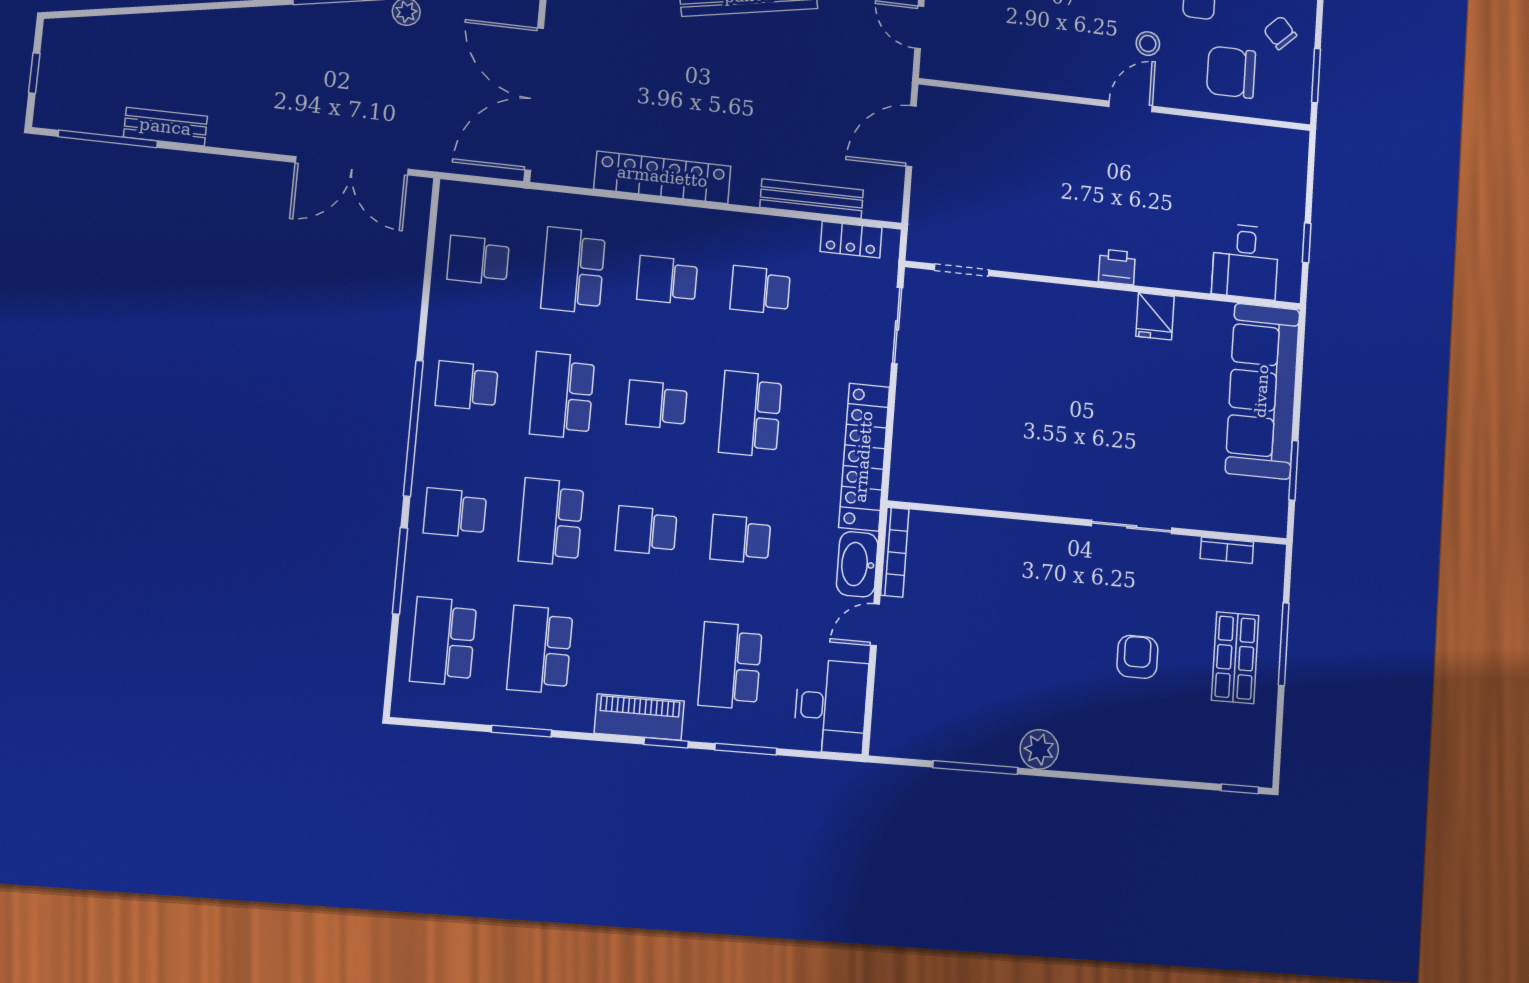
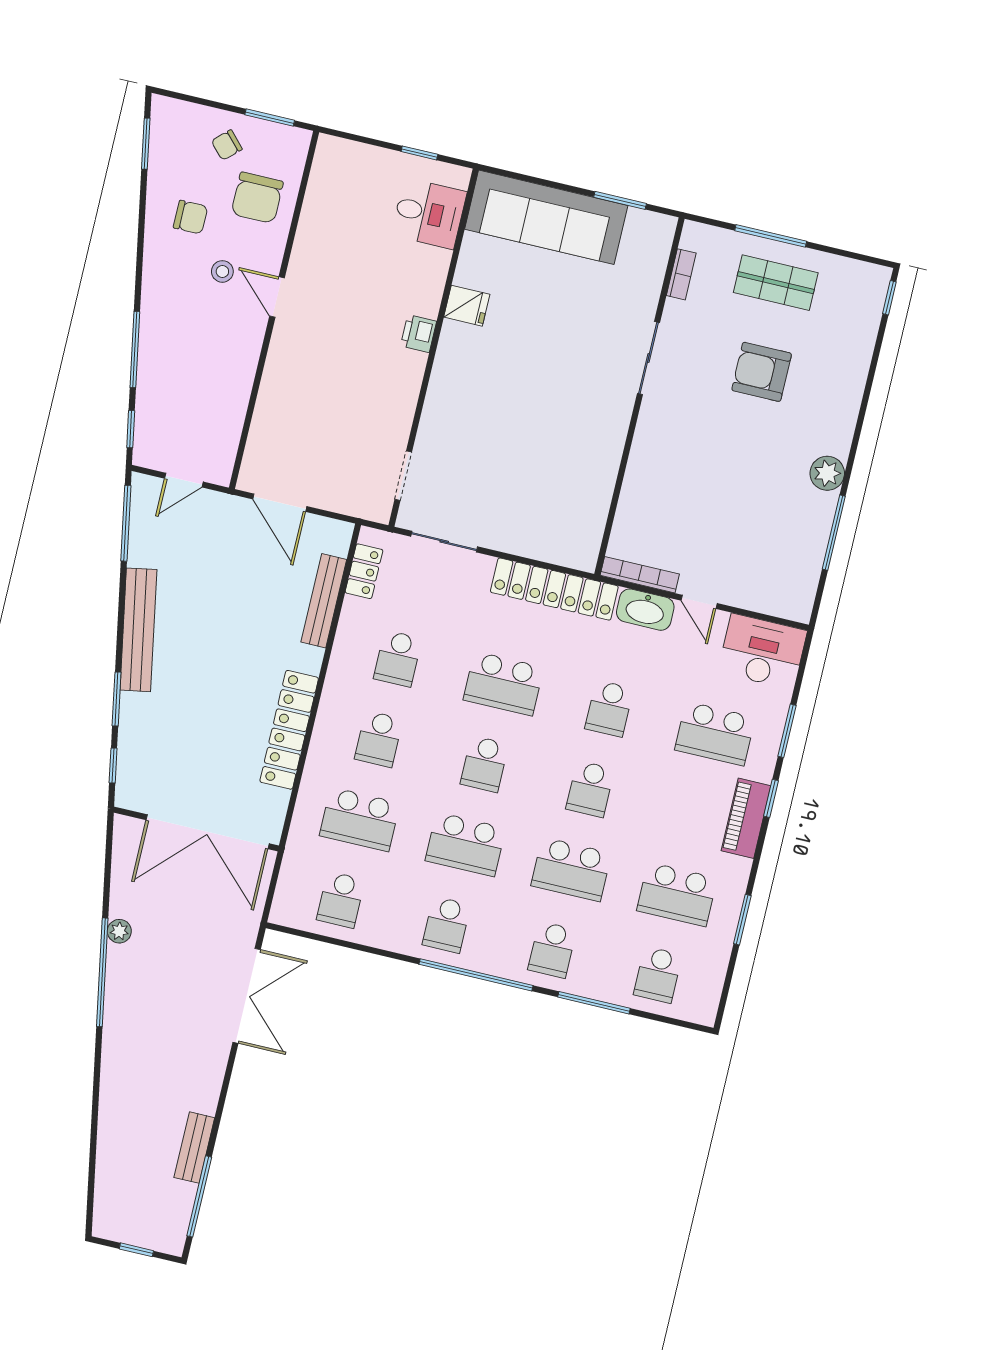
school desk: (443, 641) -> (658, 975), width x0.54
armchair: (1137, 657) -> (762, 372), width x1.38, depth x1.38

